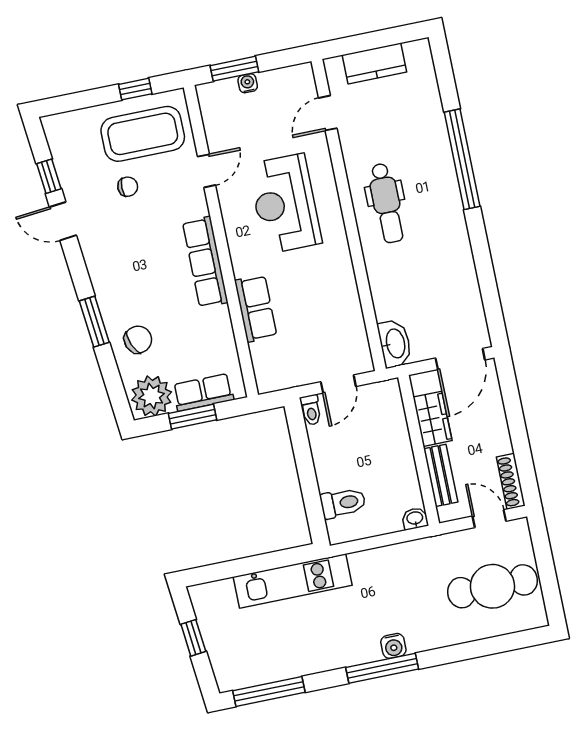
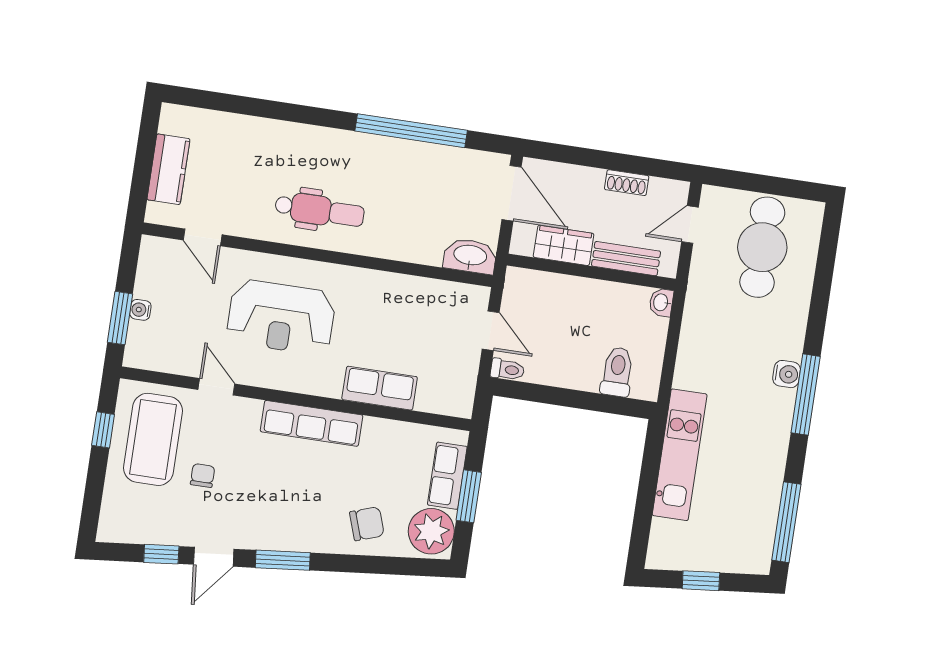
window: (462, 159) -> (411, 131), moved
window: (94, 322) -> (283, 560), moved
chair: (138, 340) -> (367, 524), turned 93
shoe rack: (511, 481) -> (627, 183), moved, width x0.70

